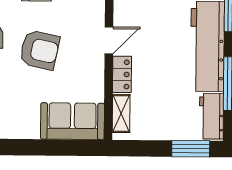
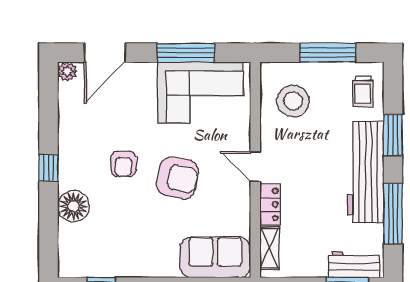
door: (109, 40) -> (255, 167), swing flipped
workbench: (211, 116) -> (354, 264), moved, turned 90

